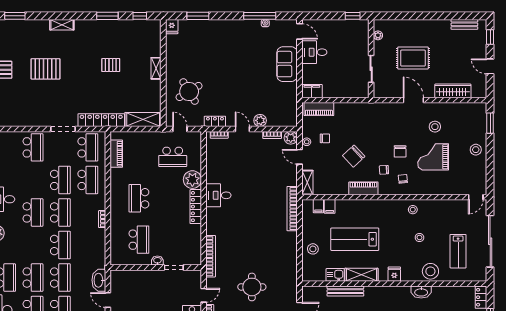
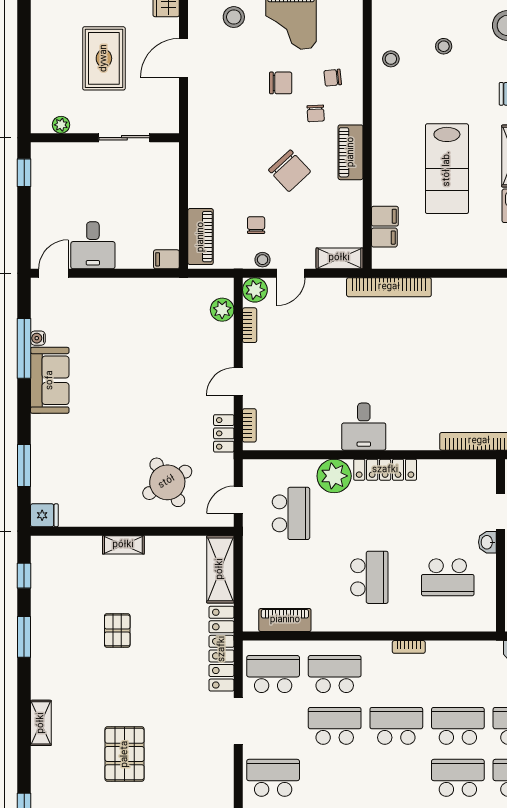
sofa: (287, 64) -> (50, 380), moved, turned -90
filing cabinet: (312, 91) -> (166, 259), width x0.50
plant: (260, 120) -> (222, 310), moved
school desk: (139, 198) -> (369, 577), turned -90
school desk: (33, 212) -> (458, 778), moved
school desk: (139, 240) -> (448, 577), turned 180
stool: (313, 249) -> (465, 248), removed

